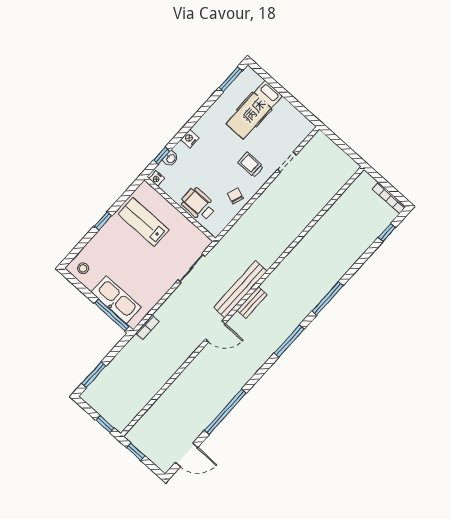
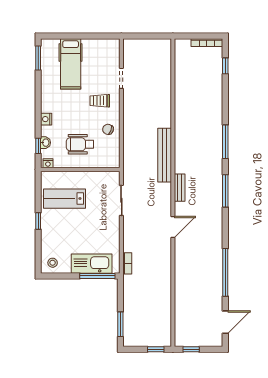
wheelchair: (198, 204) -> (80, 144), moved
bench: (240, 289) -> (165, 155), moved

